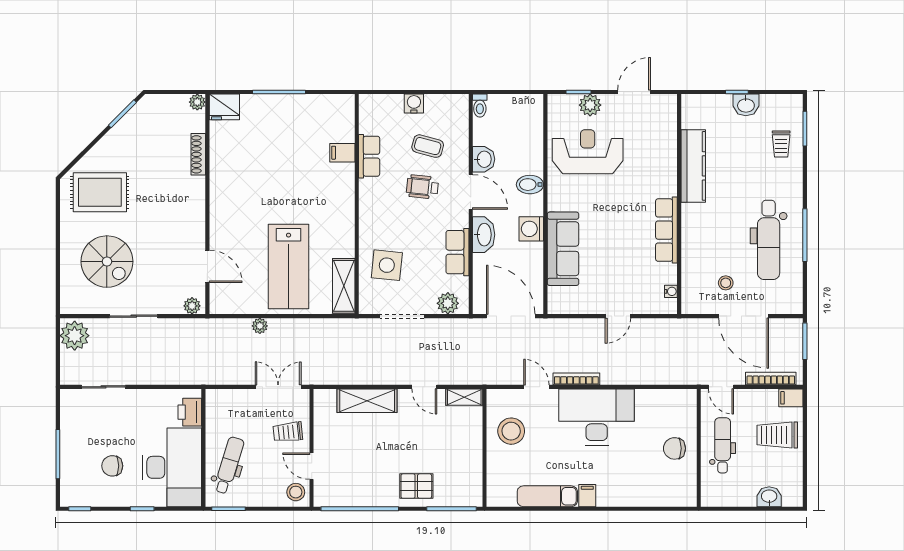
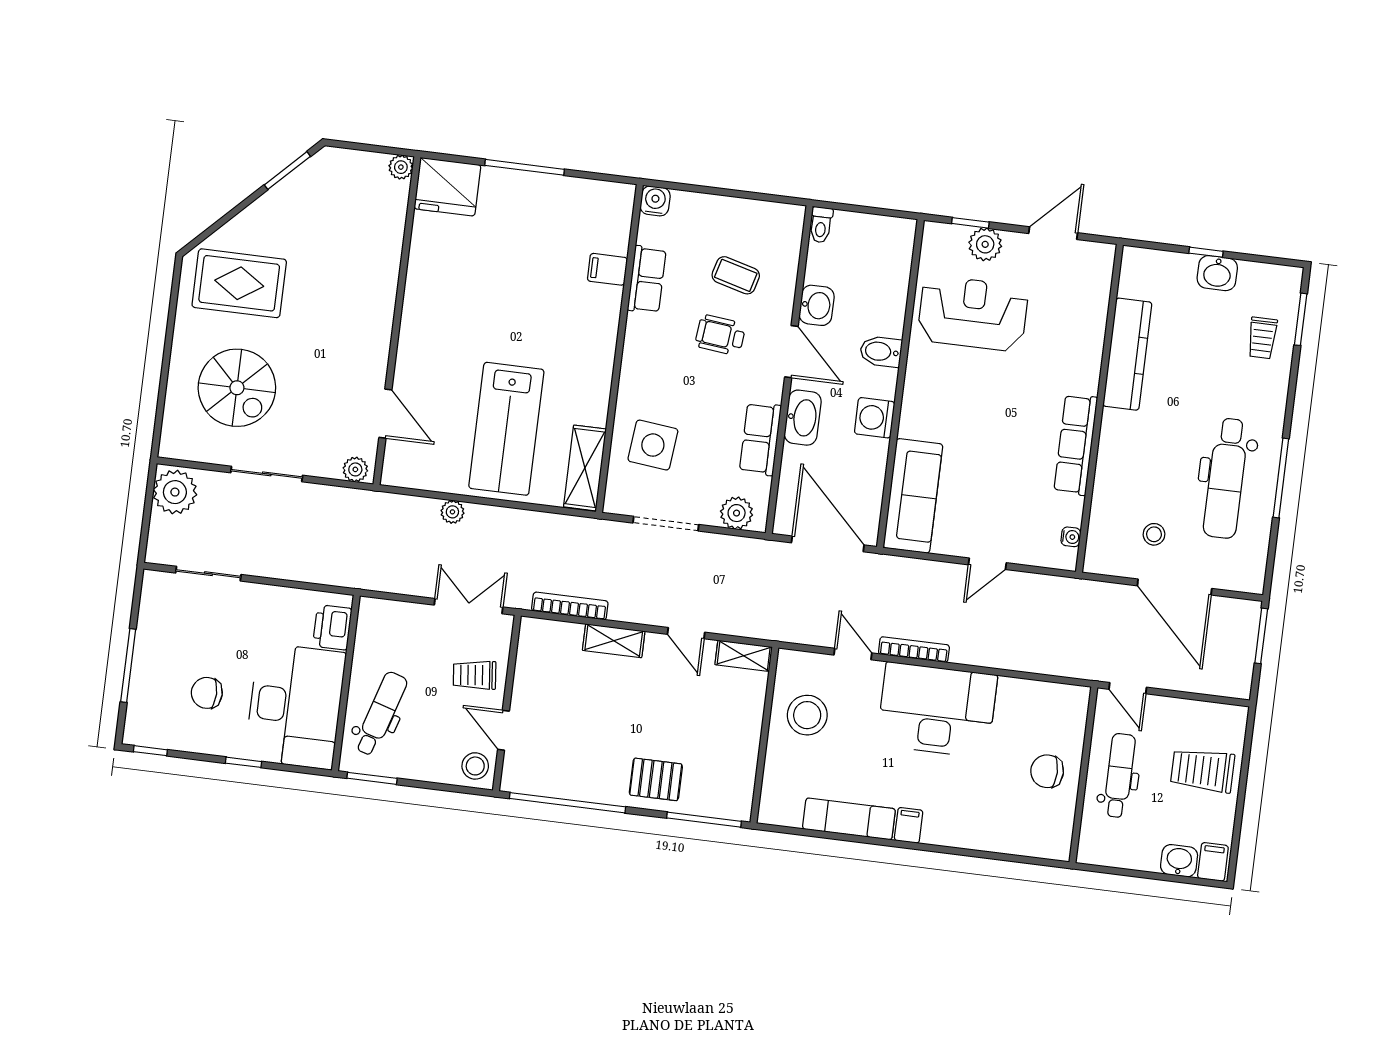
water cooler: (414, 103) -> (655, 201), moved
fridge: (224, 107) -> (447, 187), width x1.36, depth x1.34
shoe rack: (198, 154) -> (393, 245), removed
sofa: (563, 249) -> (913, 496), moved
bookcase: (771, 378) -> (570, 606), moved
filing cabinet: (791, 398) -> (1213, 862), moved, turned 90
shelving: (367, 401) -> (614, 641), width x0.67, depth x0.75

